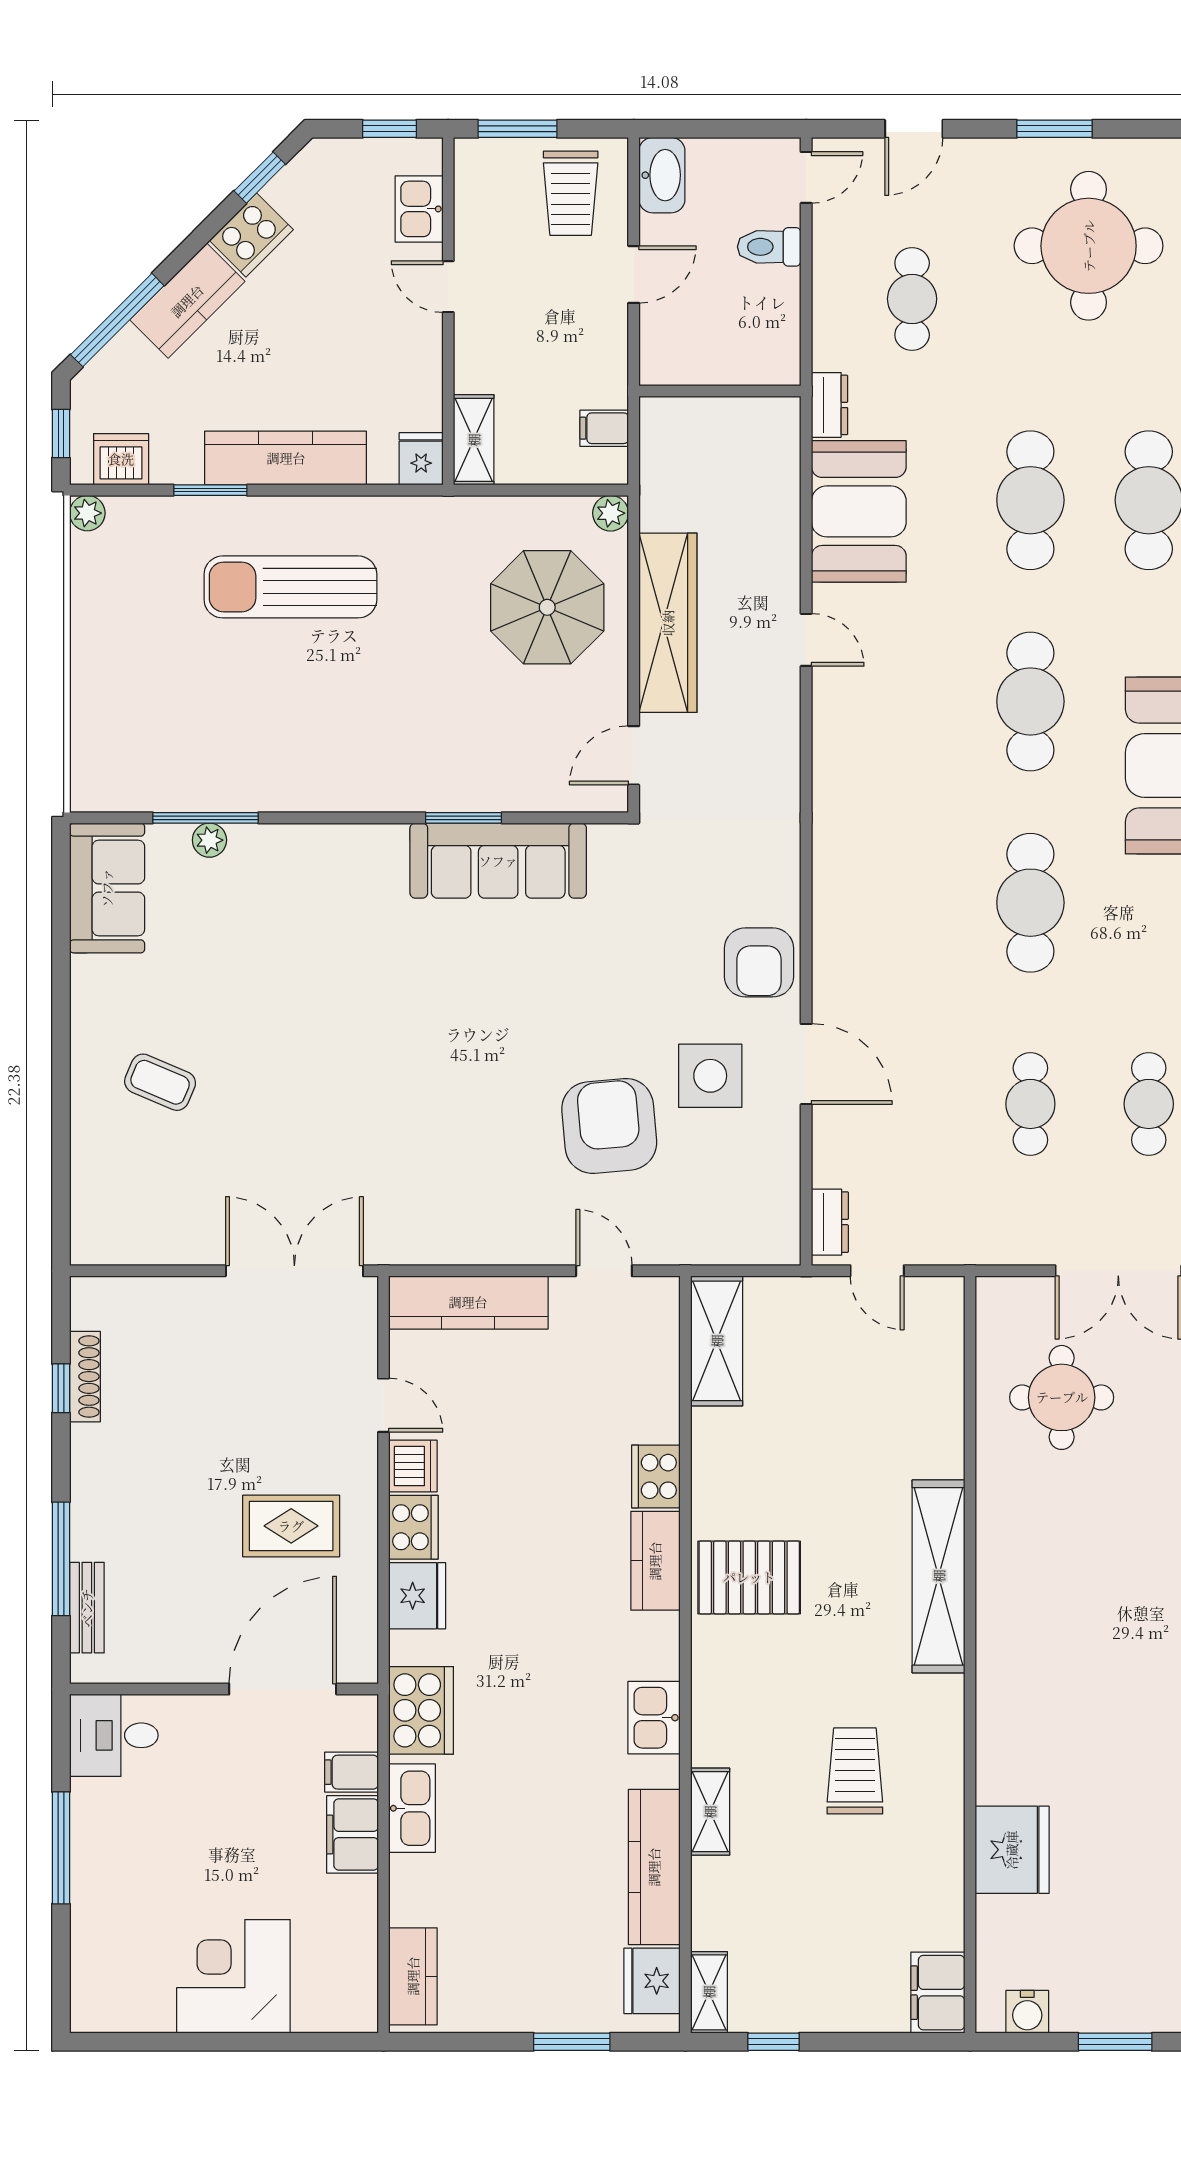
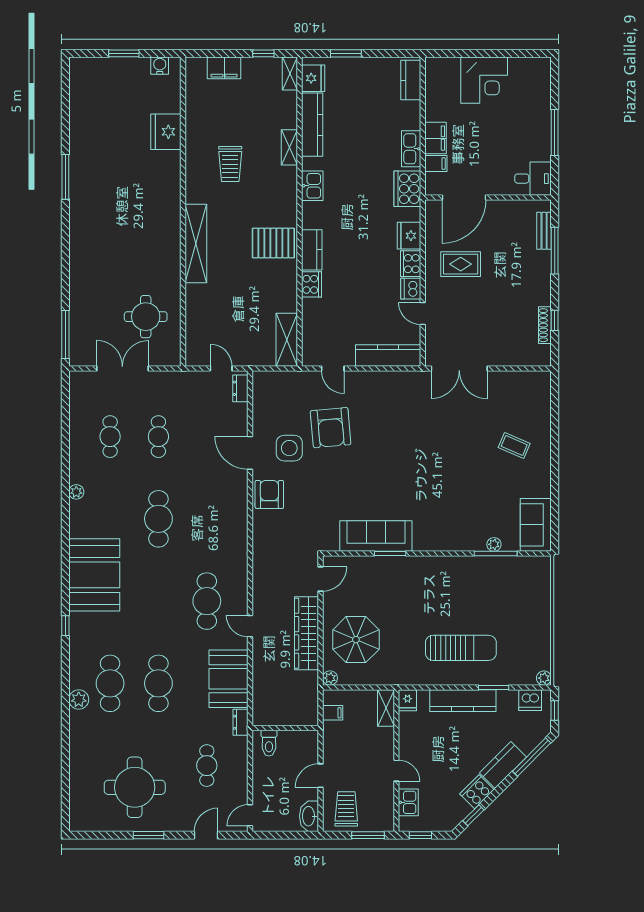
toilet: (769, 247) -> (269, 743), moved, turned 90
cafe table: (1030, 701) -> (207, 601), moved
filing cabinet: (938, 1993) -> (224, 68), moved, turned 90

